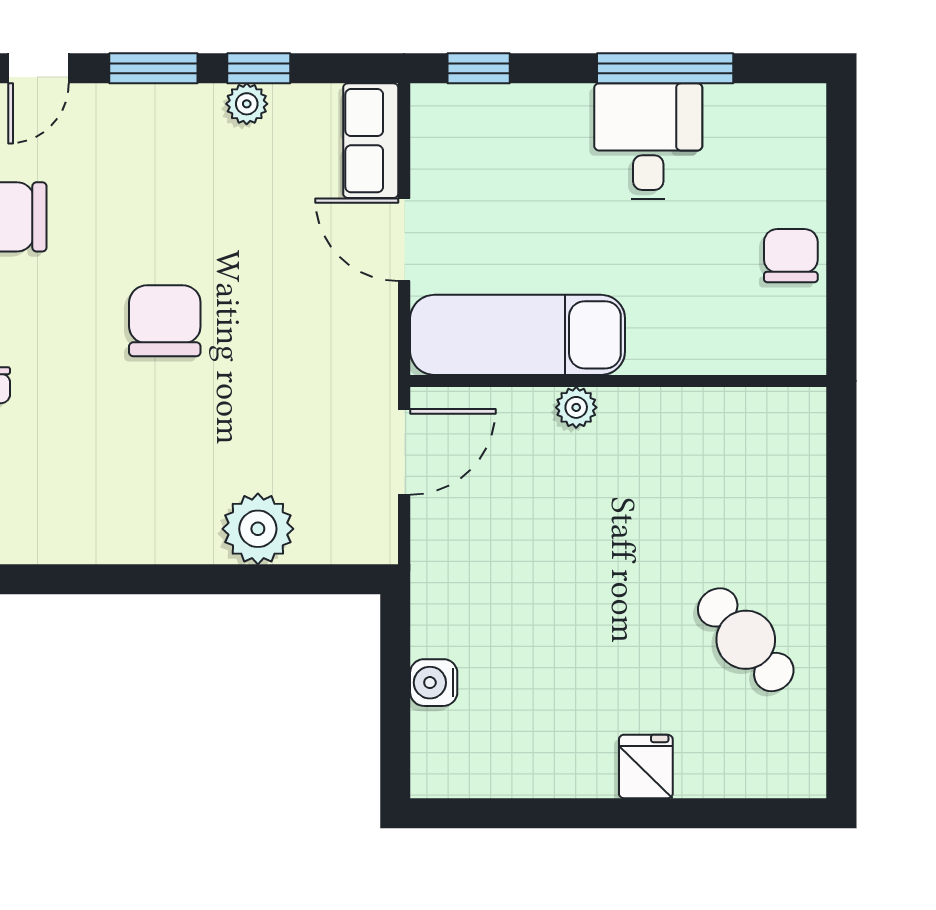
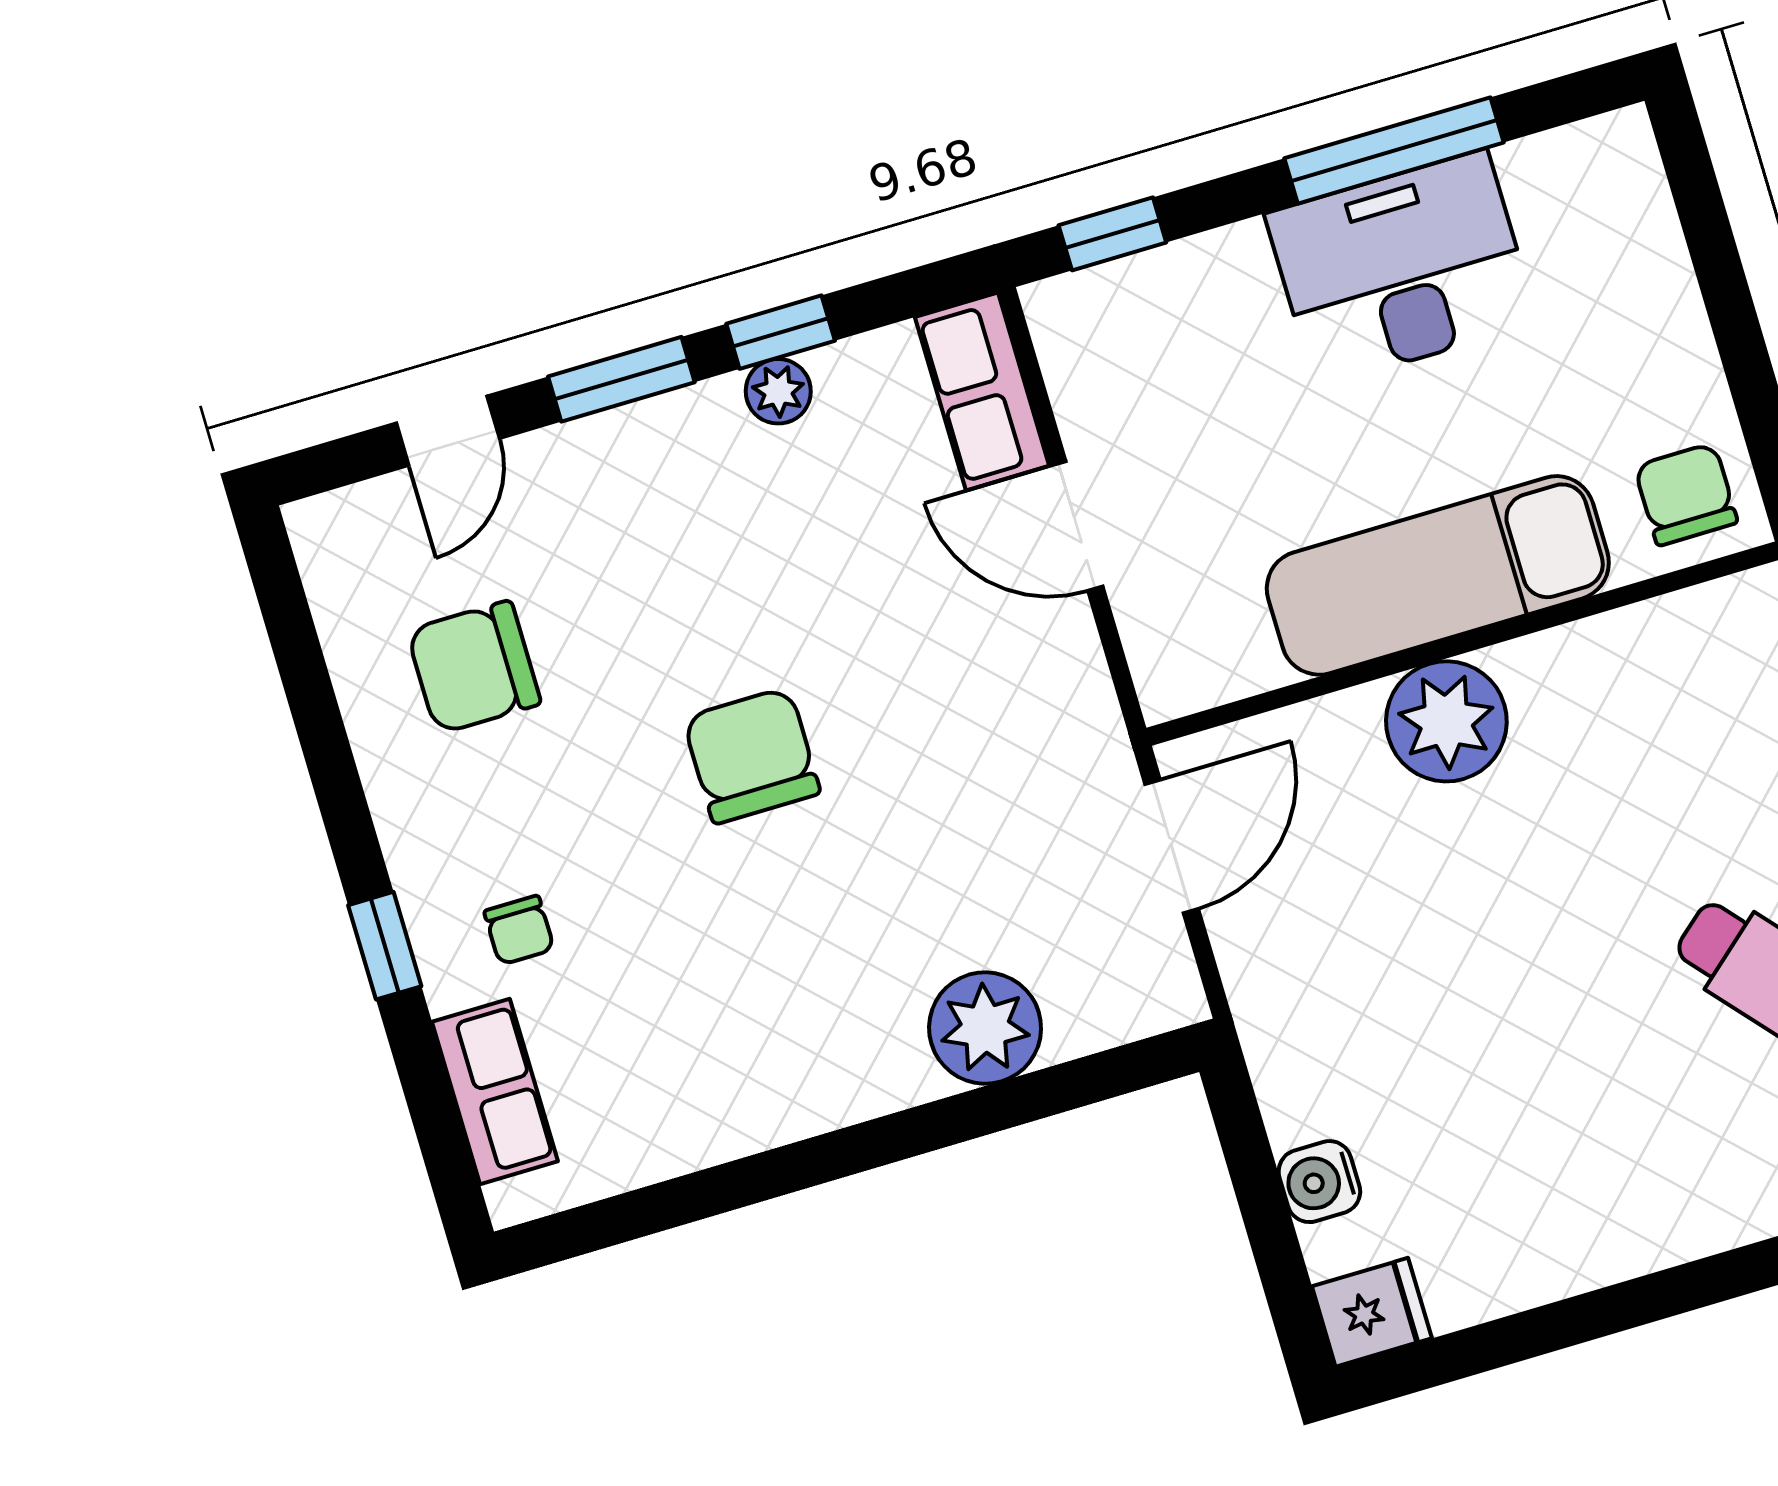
desk: (648, 141) -> (1401, 268), width x1.37
chair: (791, 256) -> (1686, 494), moved
exam couch: (518, 335) -> (1438, 575), moved
plant: (576, 407) -> (1446, 721), width x1.88, depth x1.88
fridge: (646, 766) -> (1372, 1312), moved, turned 90

